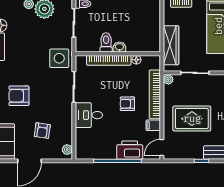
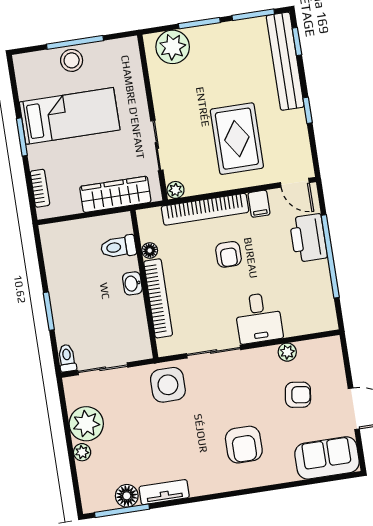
toilet: (106, 42) -> (118, 247), moved
plant: (67, 150) -> (287, 352), moved

